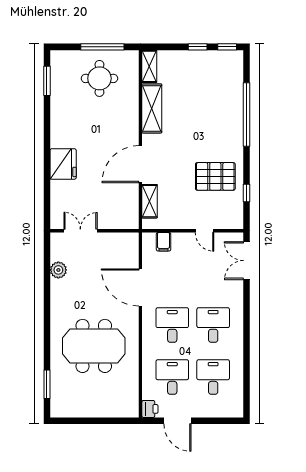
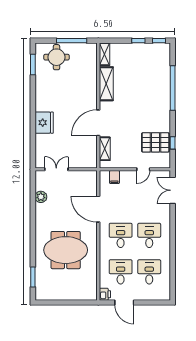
round table: (99, 78) -> (56, 57), moved
pallet: (215, 176) -> (155, 142), moved
door: (205, 231) -> (143, 169), hinge flipped

